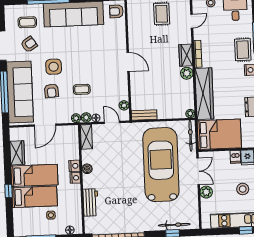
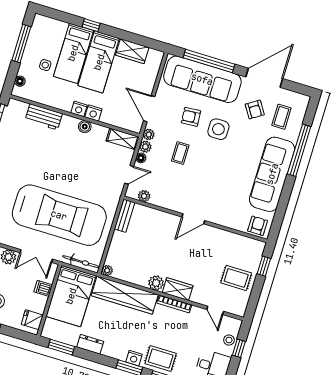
door: (45, 125) -> (149, 109), moved
dishwasher: (235, 157) -> (43, 288), moved

